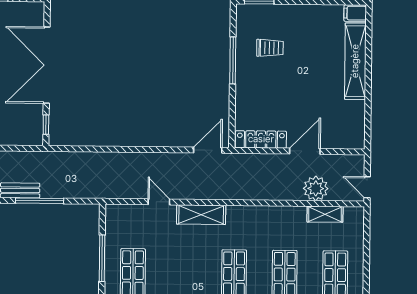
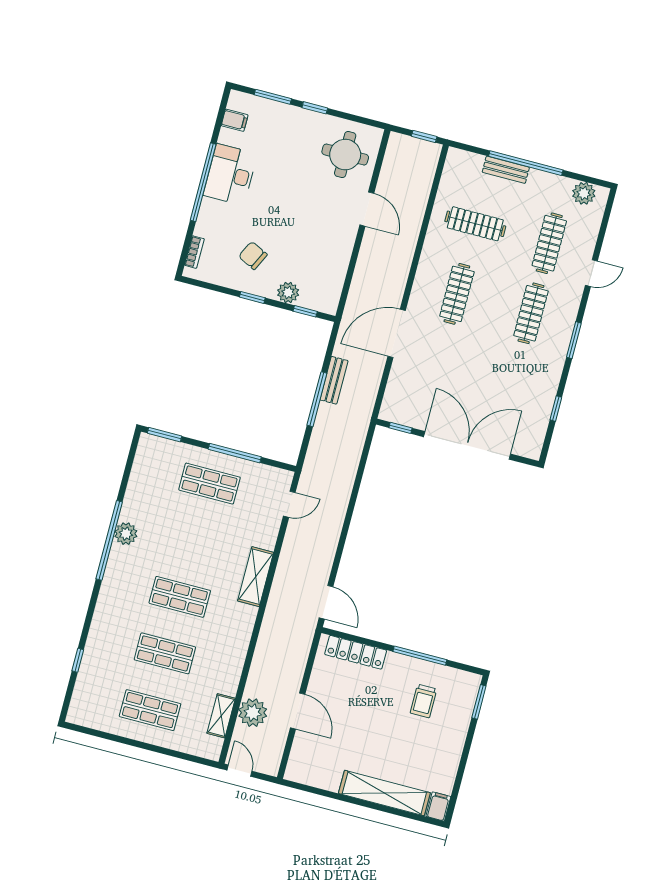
locker: (261, 139) -> (356, 652), moved, turned 90
door: (367, 187) -> (240, 771), hinge flipped
door: (159, 202) -> (289, 504), moved

